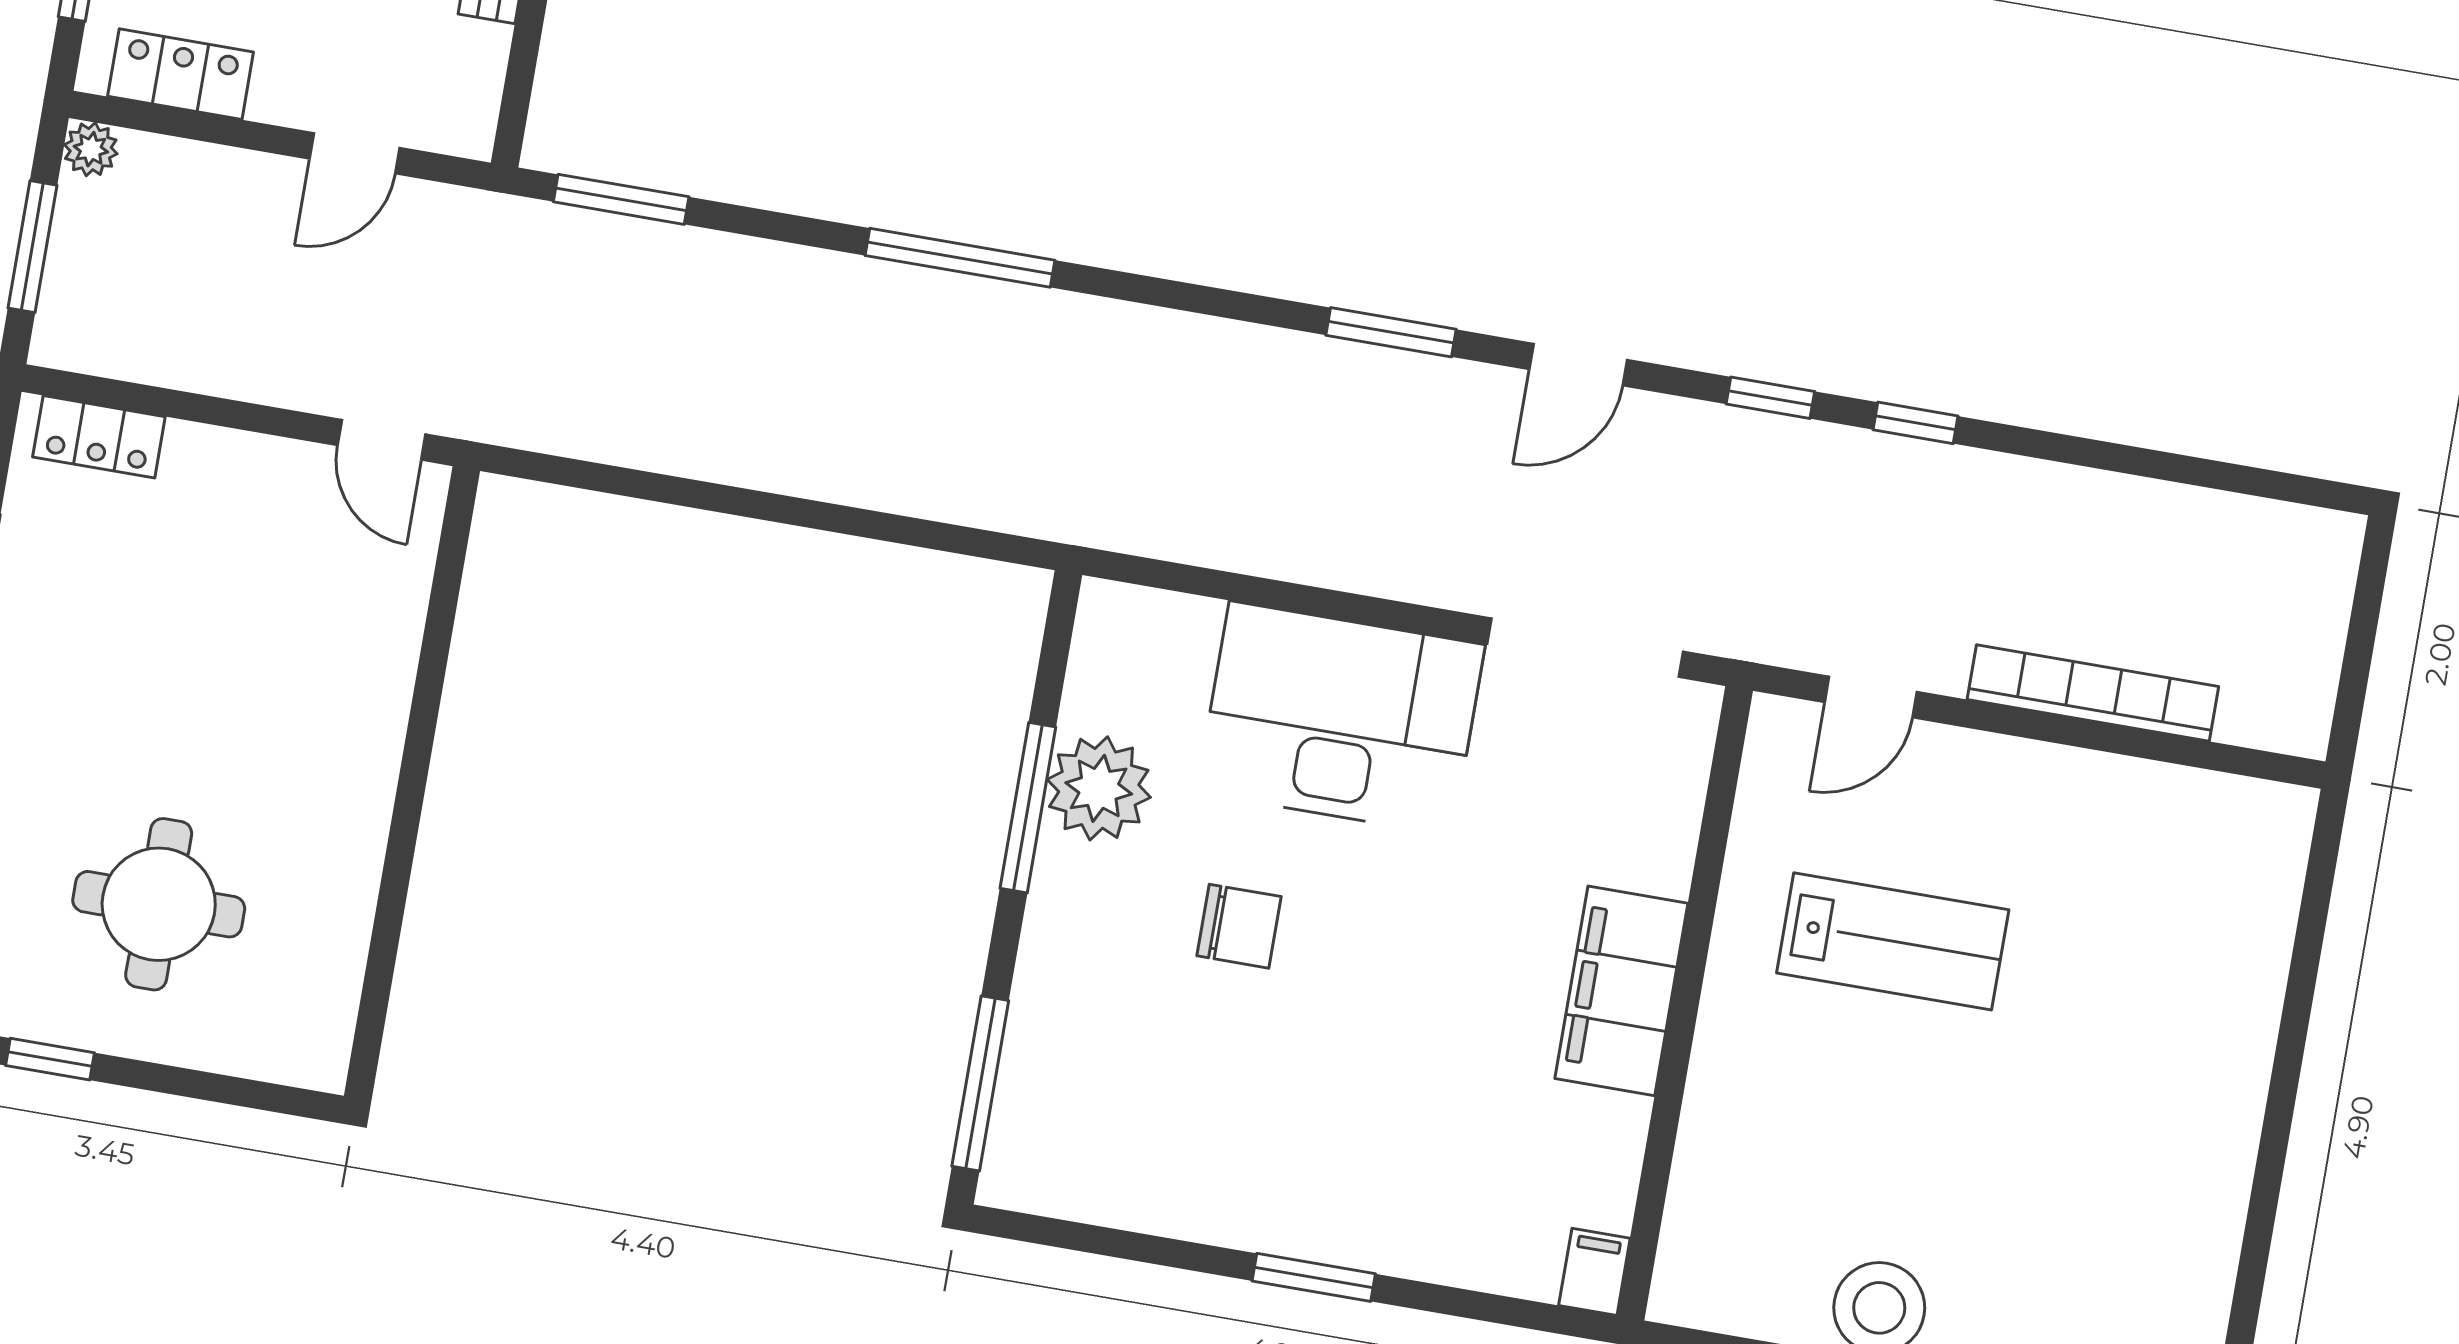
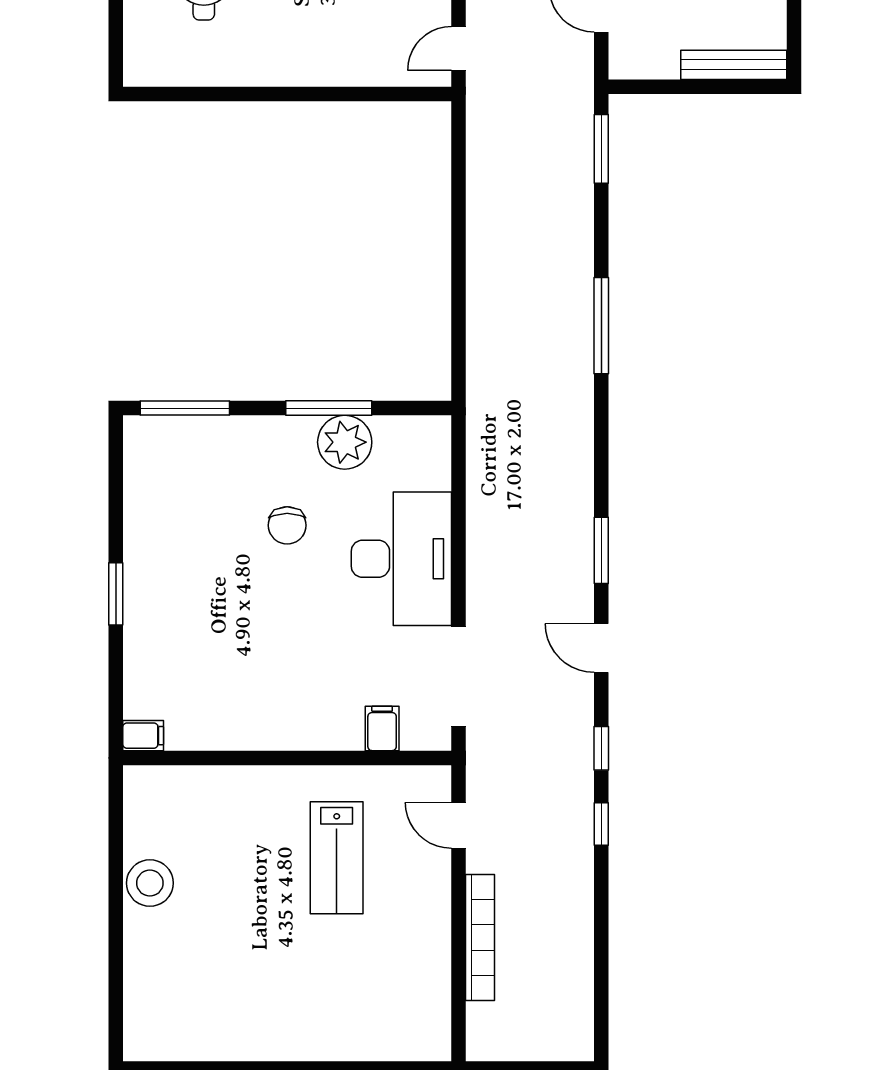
filing cabinet: (1621, 991) -> (382, 728), moved, width x0.33, depth x0.86

